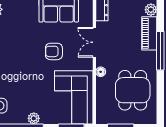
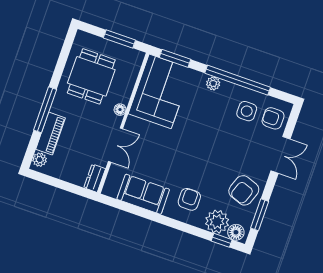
armchair: (54, 51) -> (189, 199), moved, turned -90

